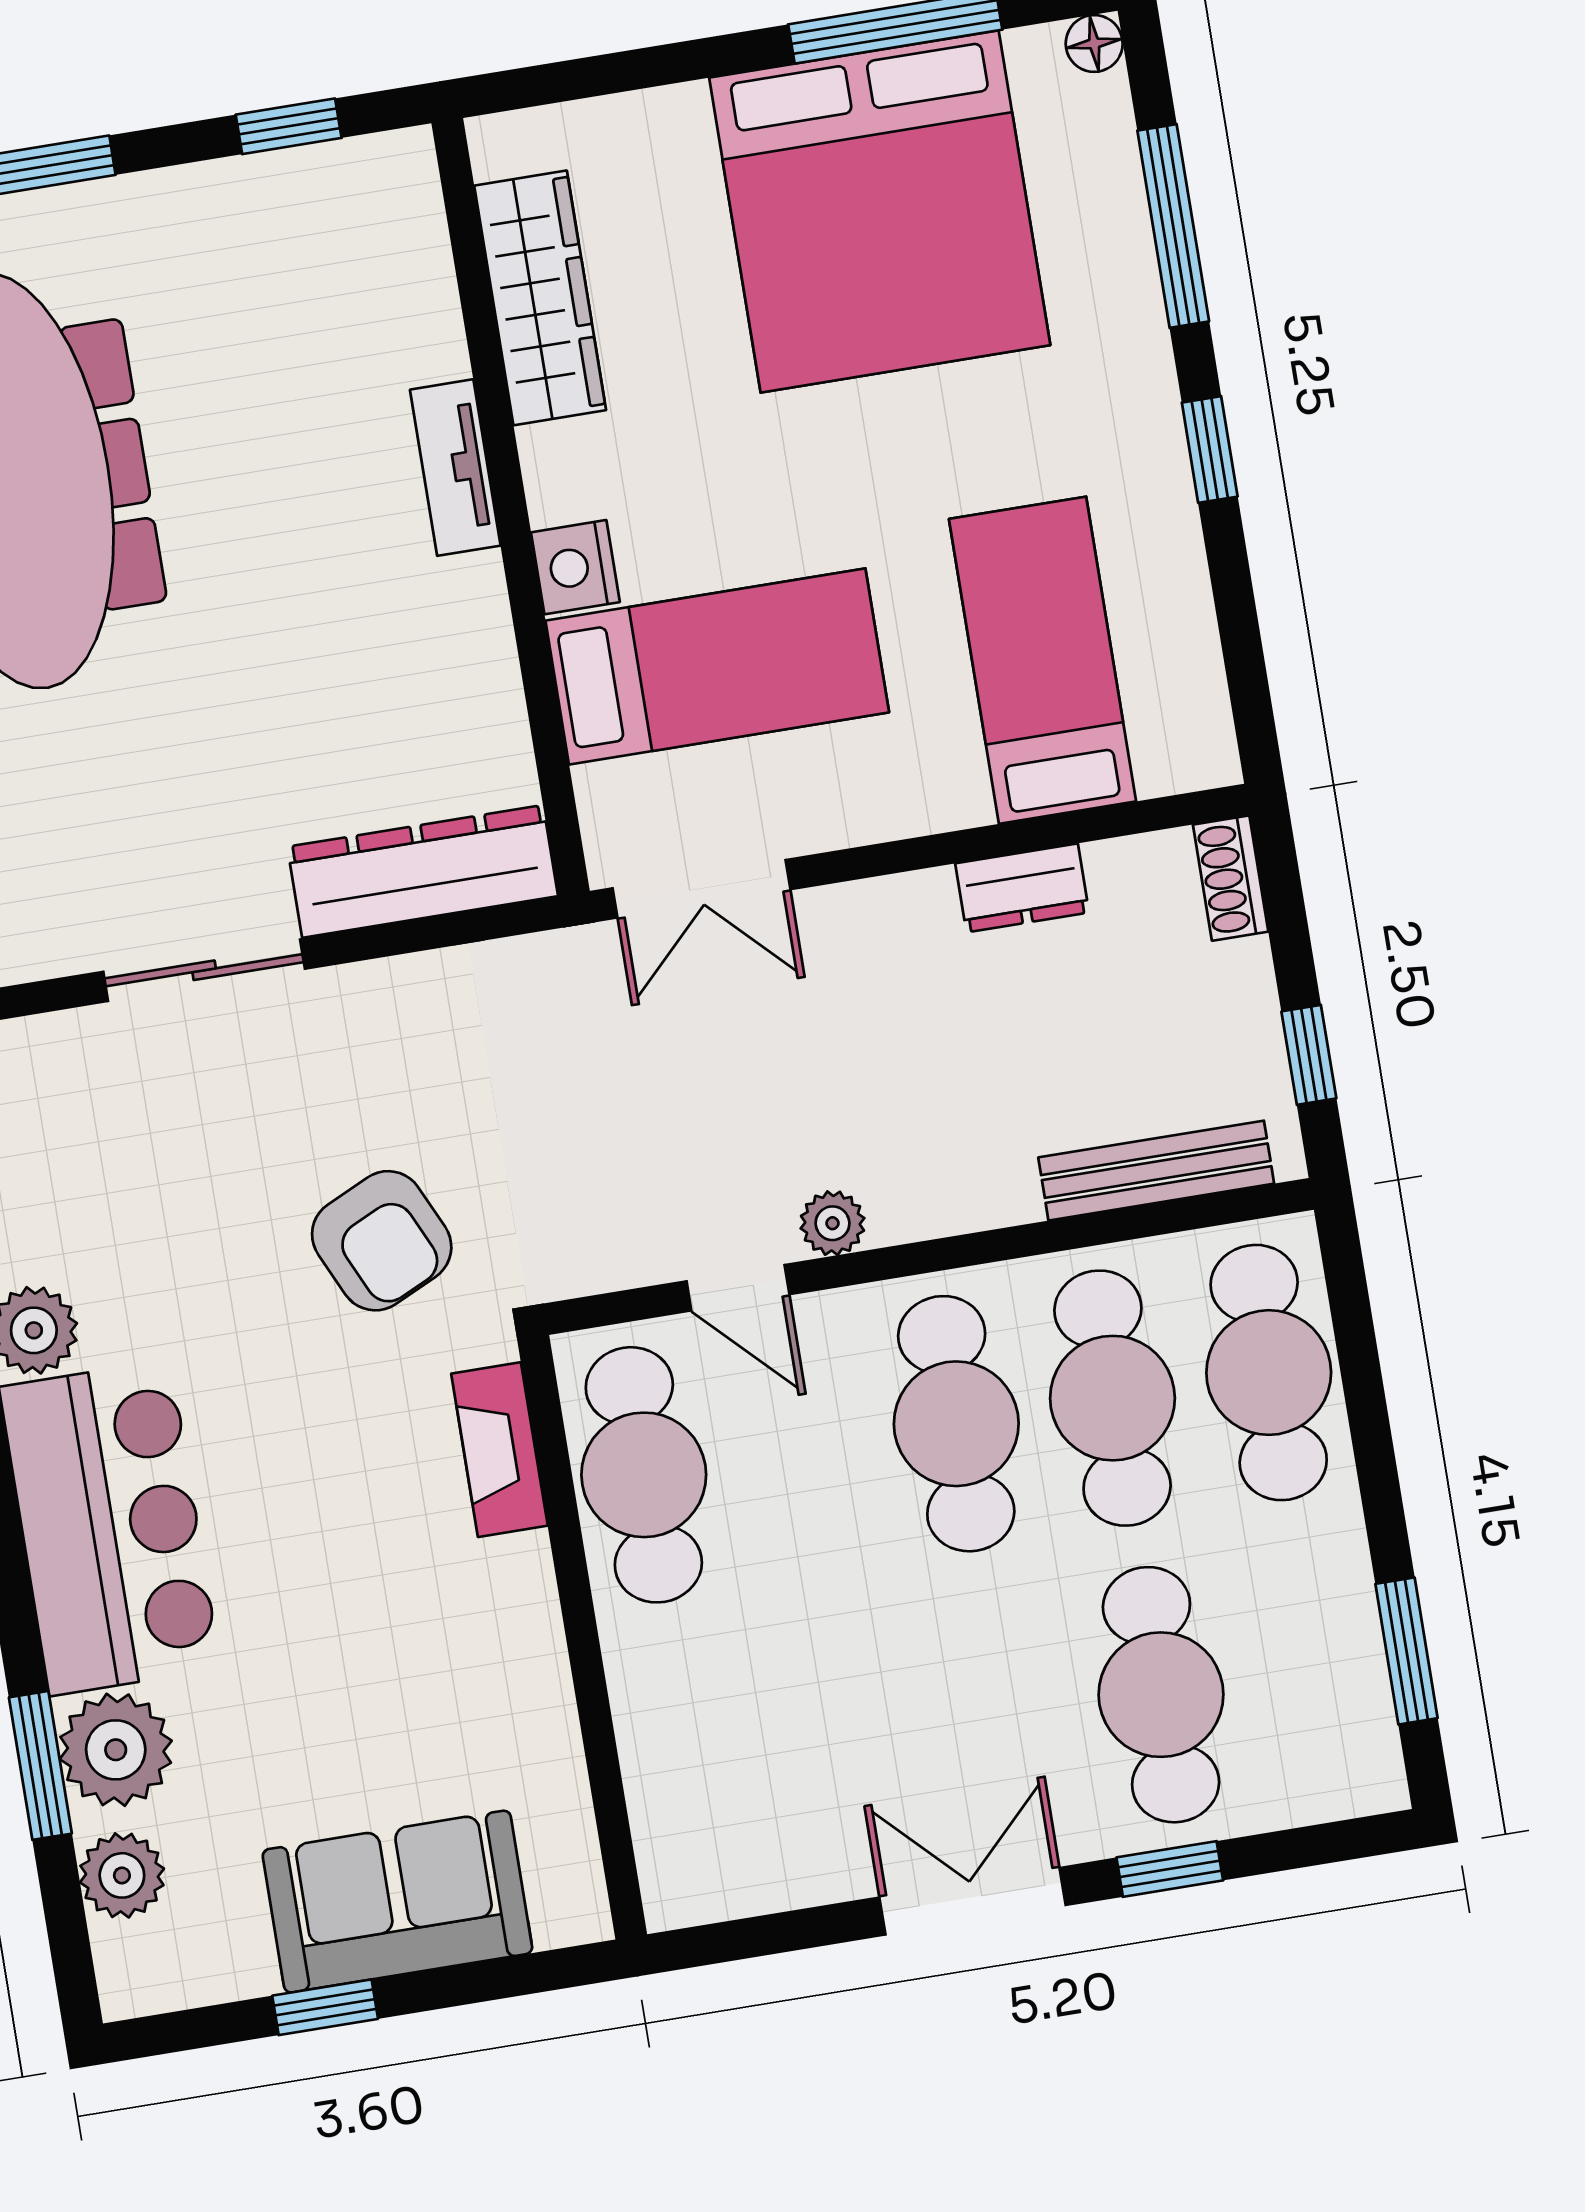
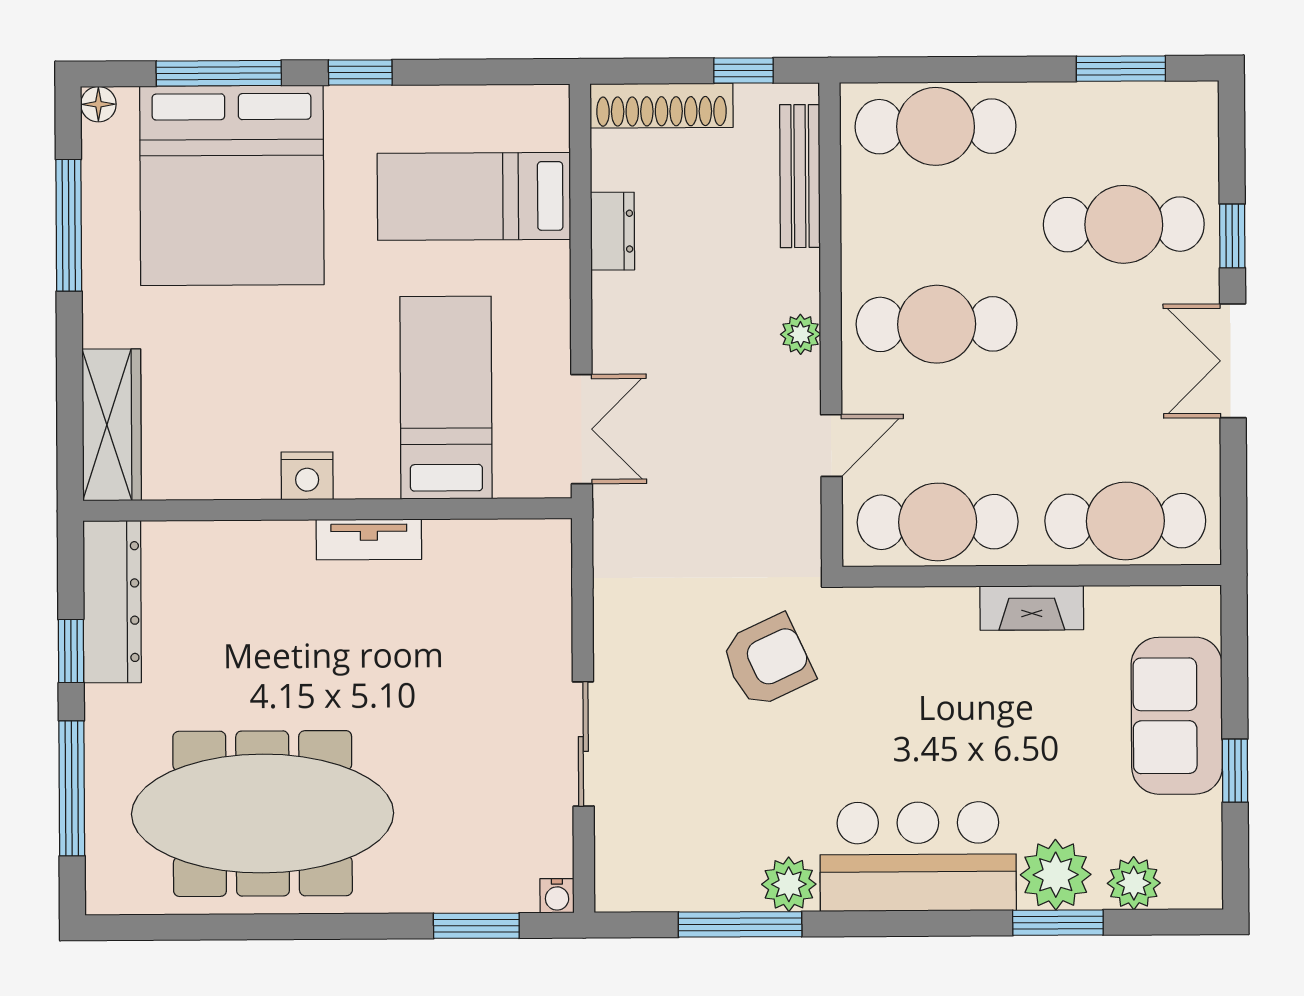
window: (289, 126) -> (71, 651), moved
bed: (880, 211) -> (232, 185), moved, turned 90
wardrobe: (540, 298) -> (112, 425), moved, turned 90
tv unit: (455, 468) -> (369, 539), moved
nightstand: (575, 567) -> (307, 476), moved
dresser: (423, 871) -> (112, 602), moved, turned 180
shoe rack: (1231, 878) -> (661, 106), width x1.94, depth x1.24
plant: (832, 1223) -> (801, 334), moved
cafe table: (1112, 1398) -> (1125, 521), moved
fireplace: (499, 1450) -> (1032, 608), moved

